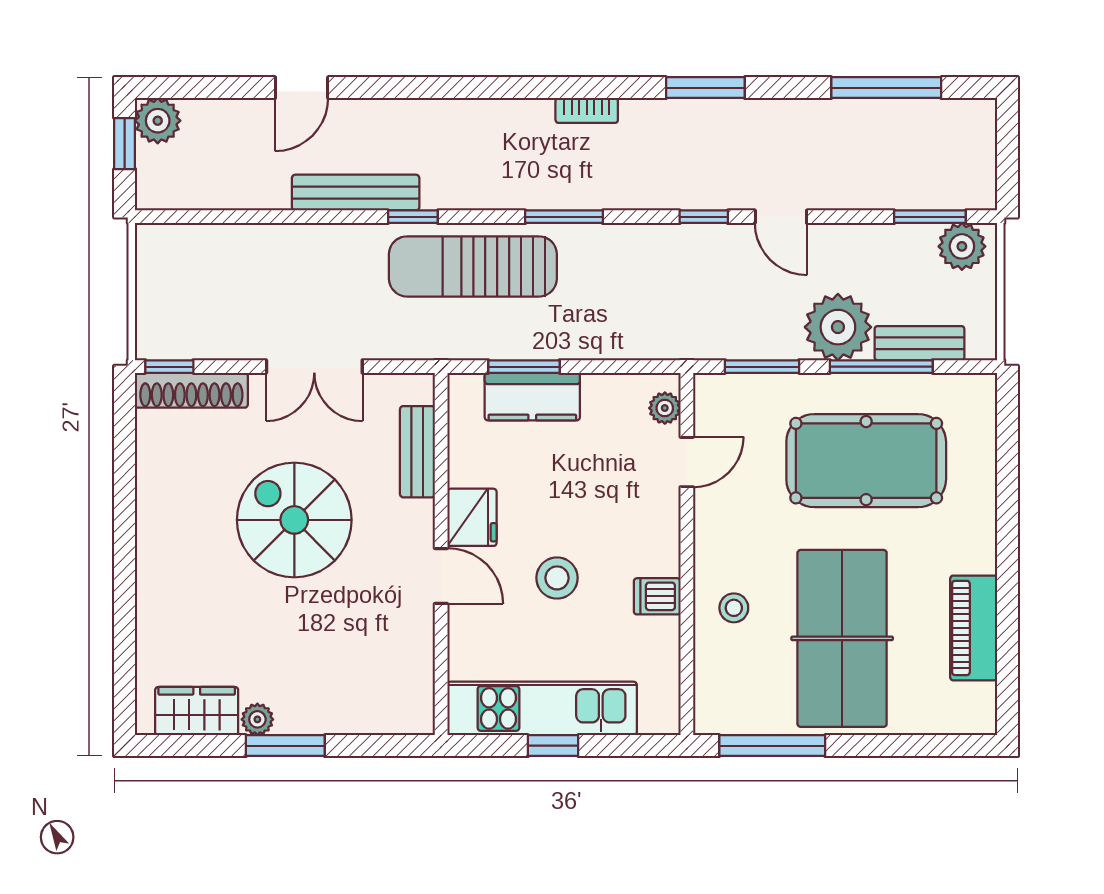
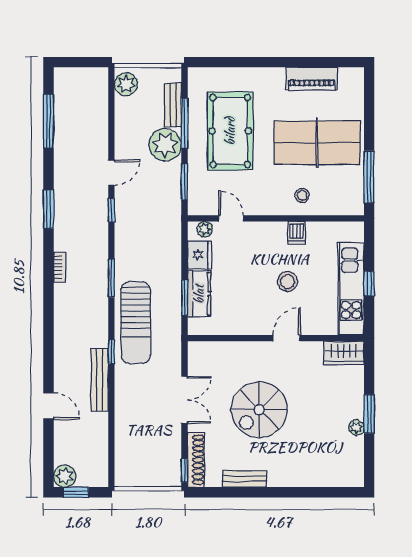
window: (930, 217) -> (111, 100), removed
bench: (417, 452) -> (244, 479), moved
fridge: (472, 517) -> (200, 255), moved, turned 90
wardrobe: (197, 711) -> (344, 353), moved, turned -90

